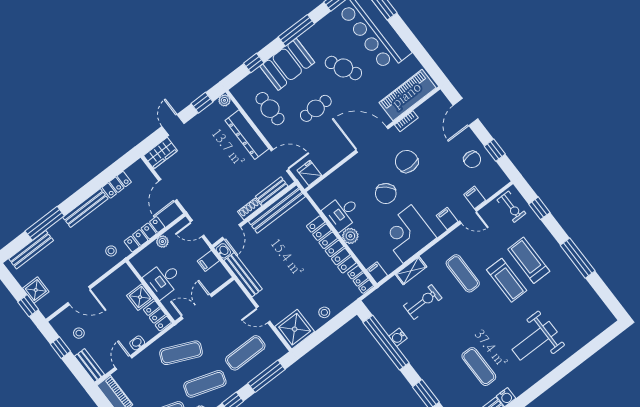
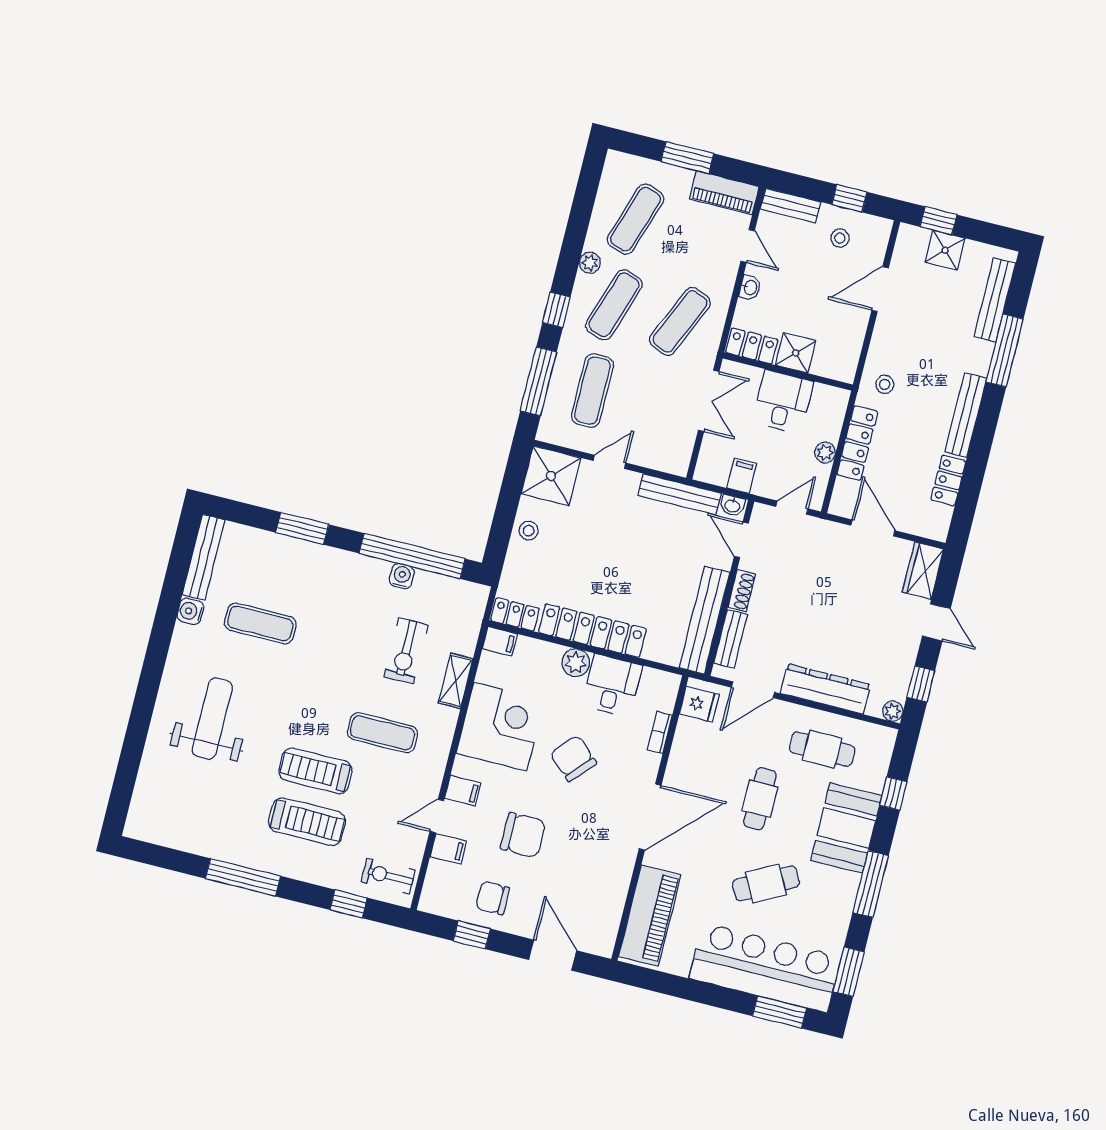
bookcase: (406, 121) -> (660, 732), moved
chair: (407, 161) -> (523, 835), moved

